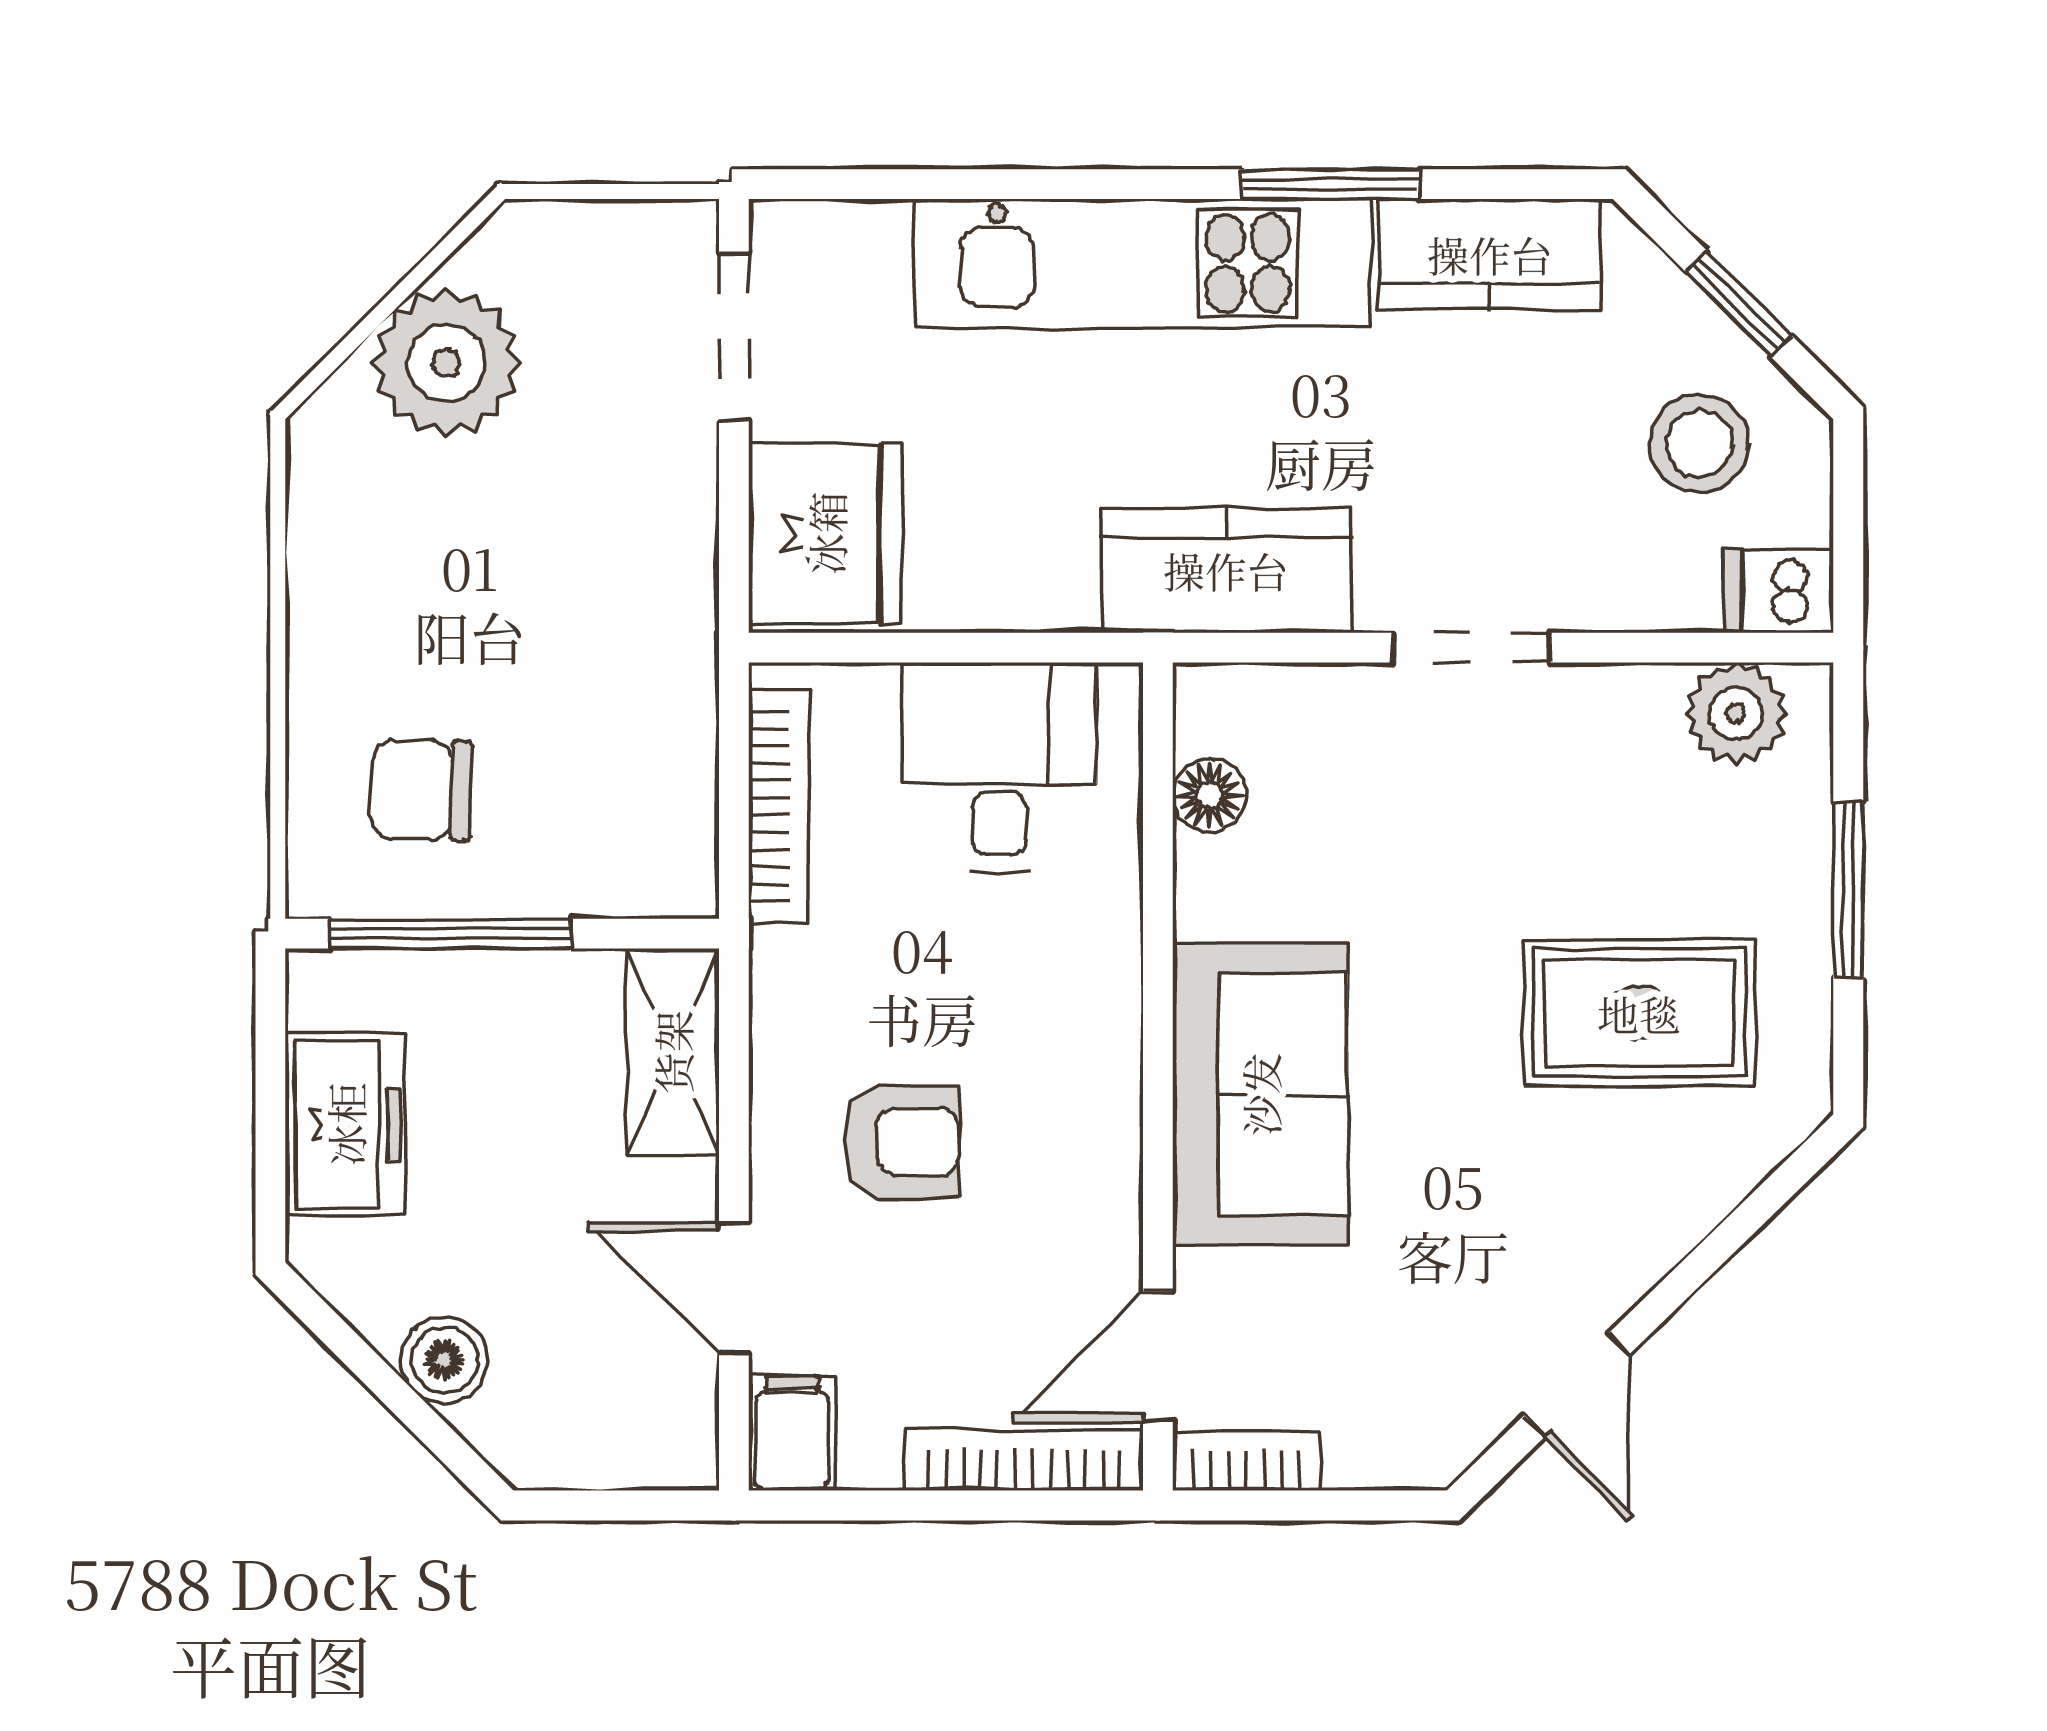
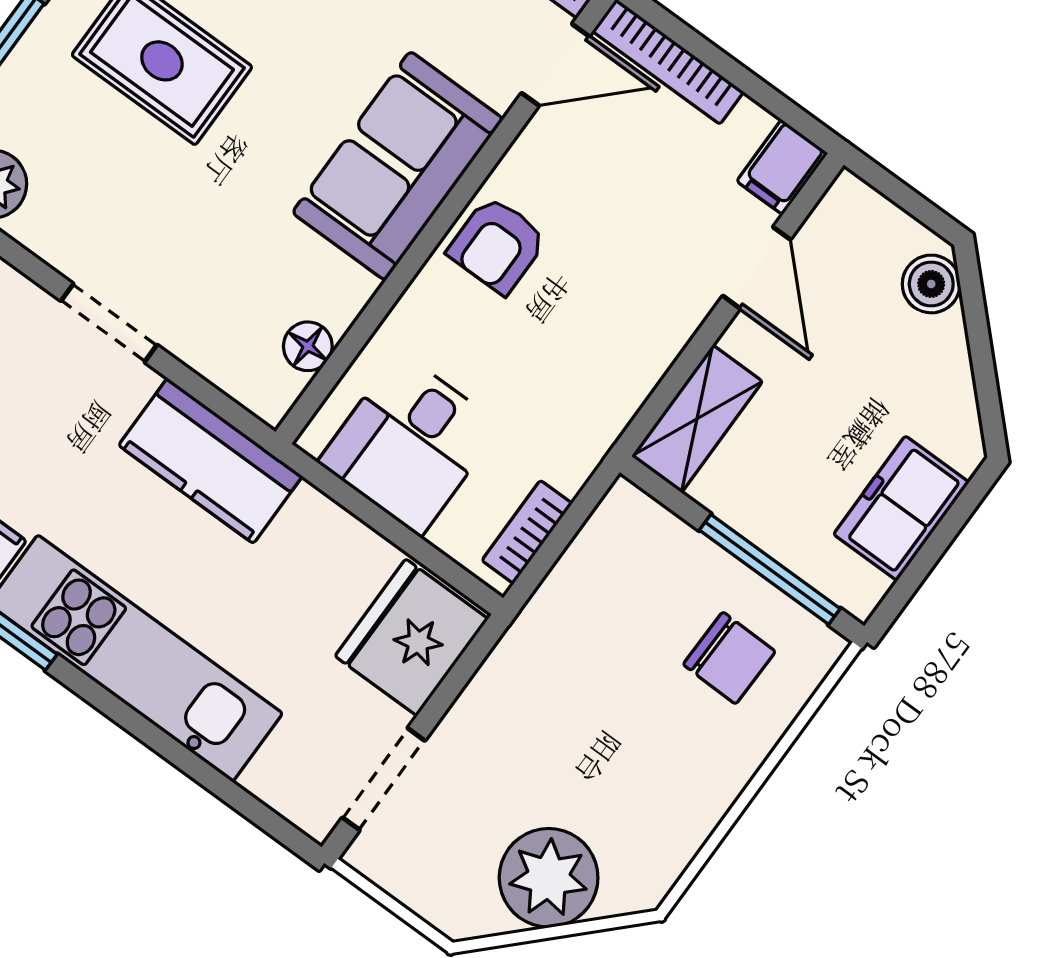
bookcase: (779, 806) -> (527, 532), width x0.64
armchair: (901, 1141) -> (497, 245), moved, turned -90
boiler: (444, 1360) -> (931, 284), moved

